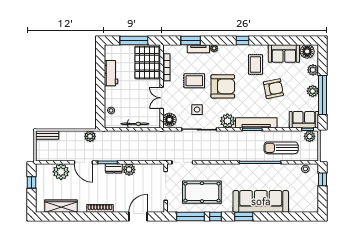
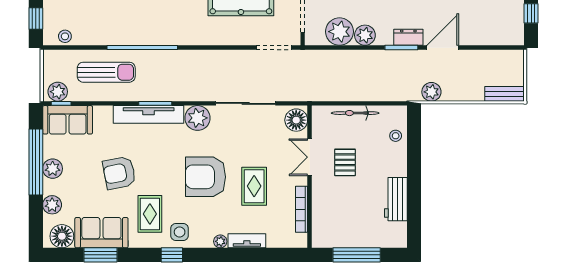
window: (191, 40) -> (101, 255), moved
pallet: (147, 63) -> (345, 162), moved, width x0.49, depth x0.50
rug: (194, 81) -> (254, 186), turned 90
double door: (162, 98) -> (310, 157), swing flipped
side table: (197, 110) -> (180, 232), moved
door: (83, 162) -> (443, 48), hinge flipped
dresser: (114, 168) -> (408, 37), moved
plant: (61, 172) -> (339, 32), moved

